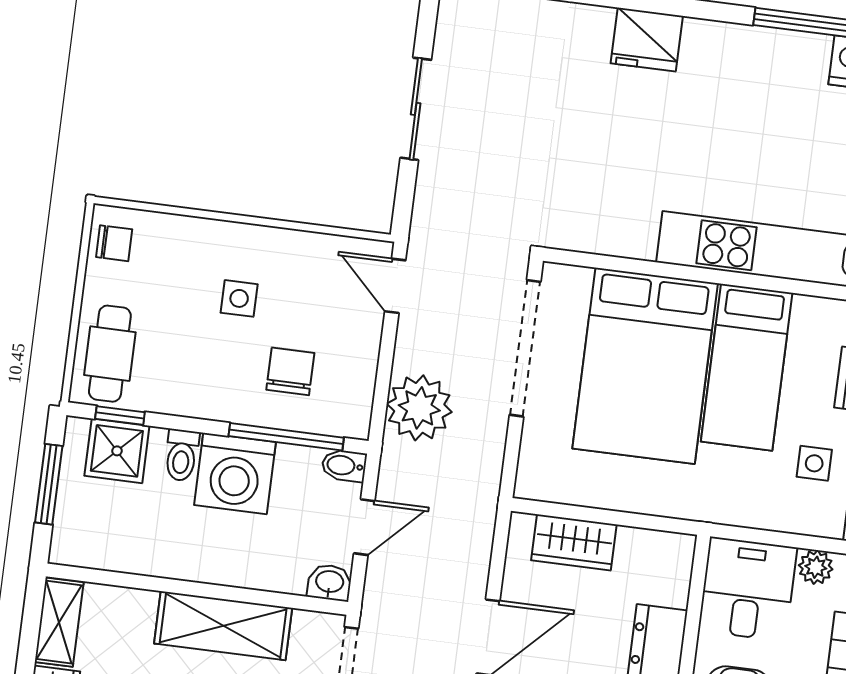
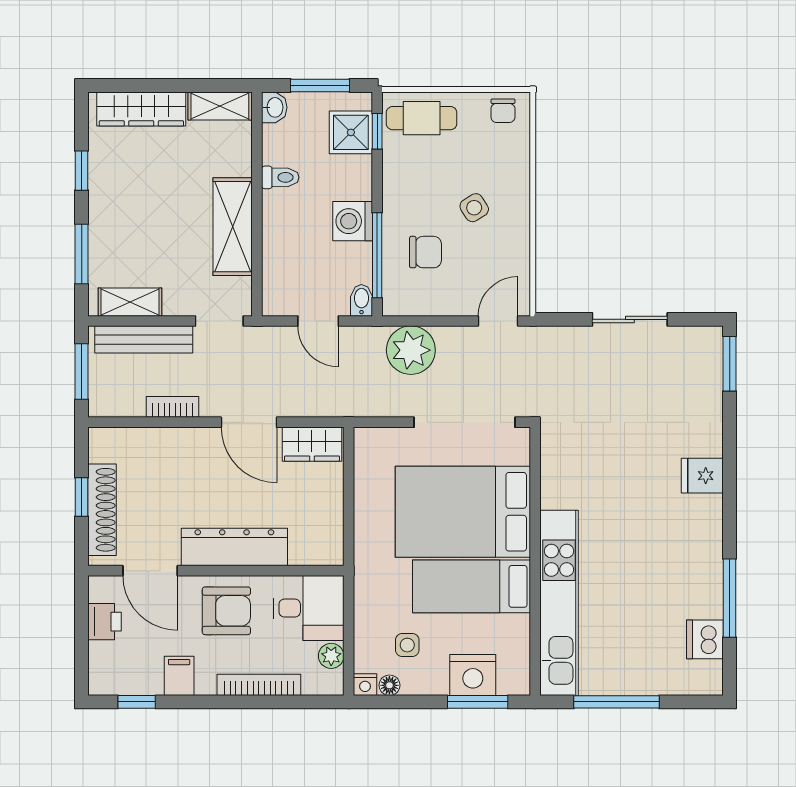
fridge: (647, 40) -> (702, 476), width x0.72
side table: (239, 298) -> (474, 208), turned -32
toilet: (182, 455) -> (280, 177), moved, turned 180
washing machine: (235, 474) -> (353, 221), width x0.73, depth x0.73
wardrobe: (574, 542) -> (312, 444), moved, turned -90
washbasin: (330, 583) -> (274, 107), moved

